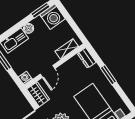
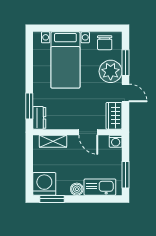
door: (48, 71) -> (88, 132), swing flipped
window: (108, 75) -> (29, 106), moved

